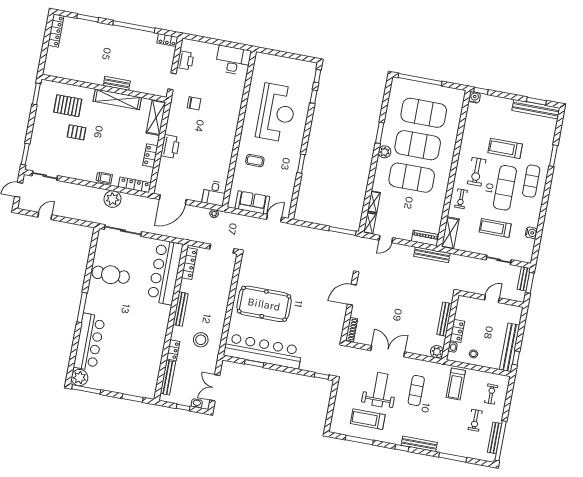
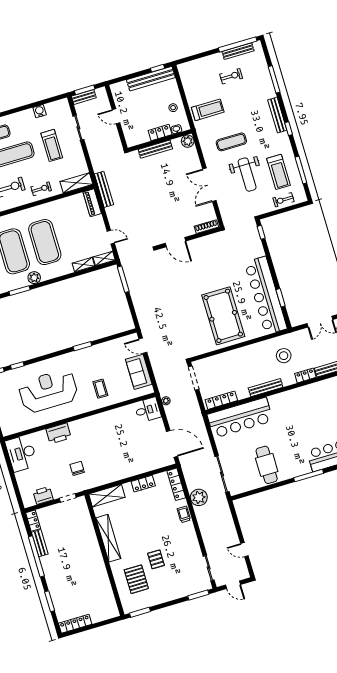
bench: (117, 83) -> (40, 543), moved
printer: (170, 147) -> (59, 433), moved, turned 180
weight bench: (380, 390) -> (247, 175), turned -90
exercise bike: (491, 394) -> (284, 200), moved

